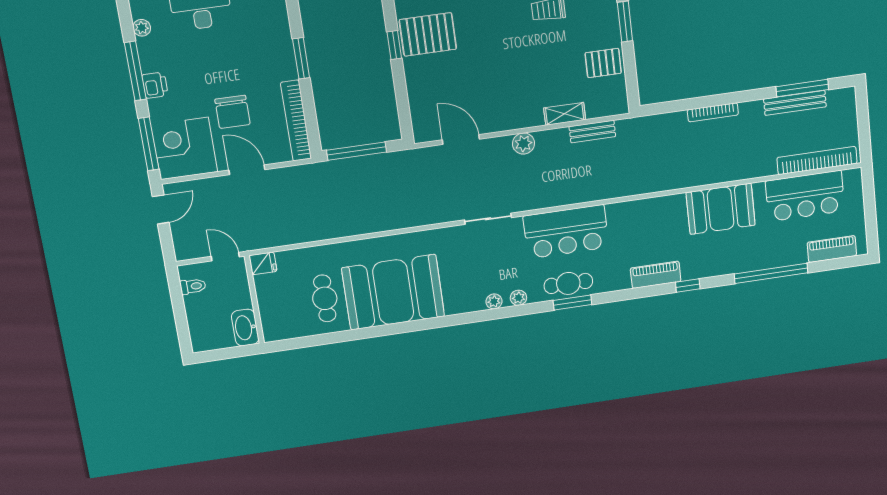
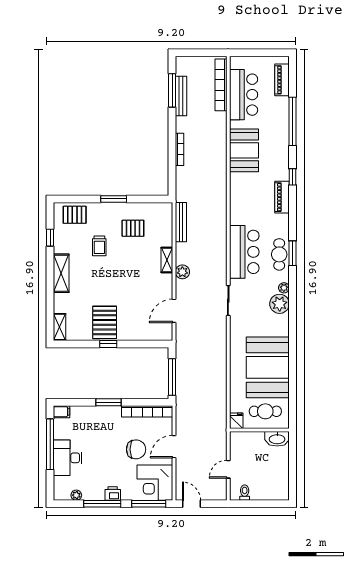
pallet: (603, 63) -> (133, 228), moved, turned 90
shelving: (565, 114) -> (167, 260), moved
bench: (592, 131) -> (181, 222), width x1.36
fridge: (263, 263) -> (236, 421), moved
wall: (254, 300) -> (259, 430), moved
plant: (494, 301) -> (280, 304), width x1.88, depth x1.88
washbasin: (245, 328) -> (277, 439), moved

